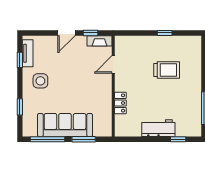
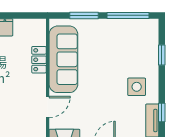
sofa: (65, 125) -> (63, 59), moved, turned -90

